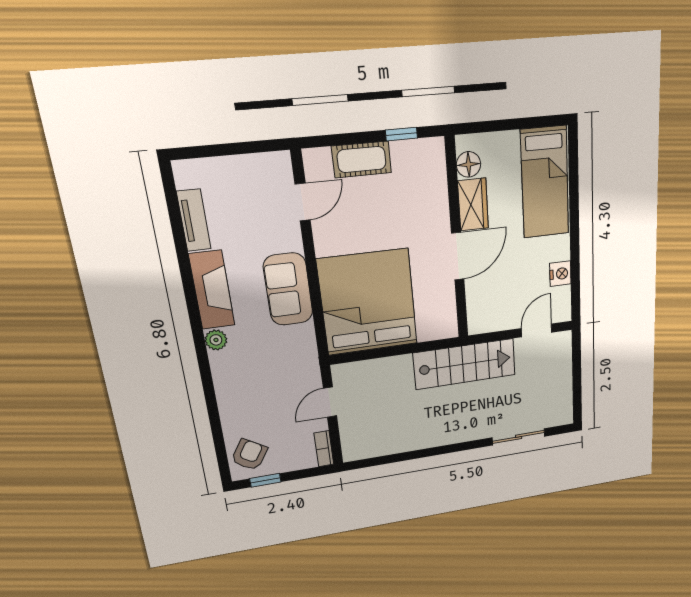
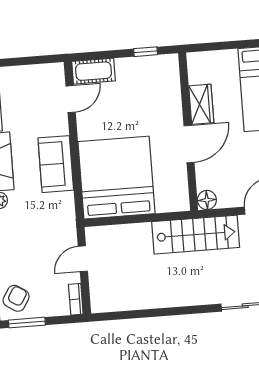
cot: (362, 159) -> (93, 71), moved
floor lamp: (469, 164) -> (207, 200), moved
window: (265, 480) -> (27, 323), width x1.50

